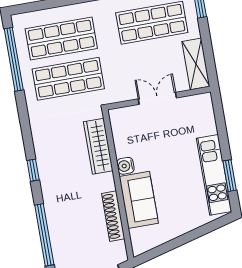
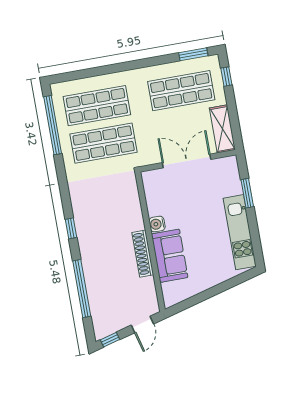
double door: (157, 98) -> (187, 161), width x1.37
wardrobe: (98, 146) -> (132, 206), removed
window: (230, 176) -> (247, 193), moved
shoe rack: (113, 216) -> (143, 254), moved

